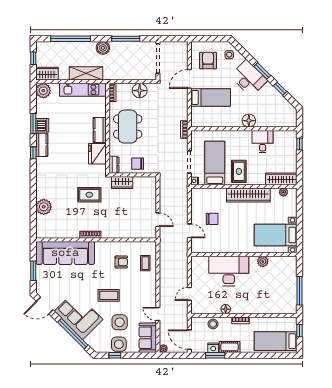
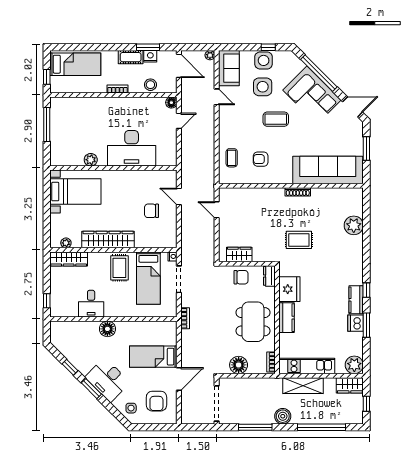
wardrobe: (122, 183) -> (239, 254), moved
floor lamp: (226, 309) -> (171, 103), moved

